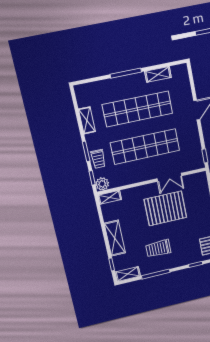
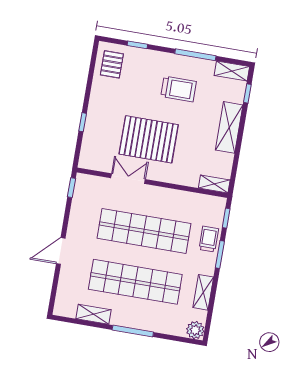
plant: (102, 184) -> (195, 330), moved

